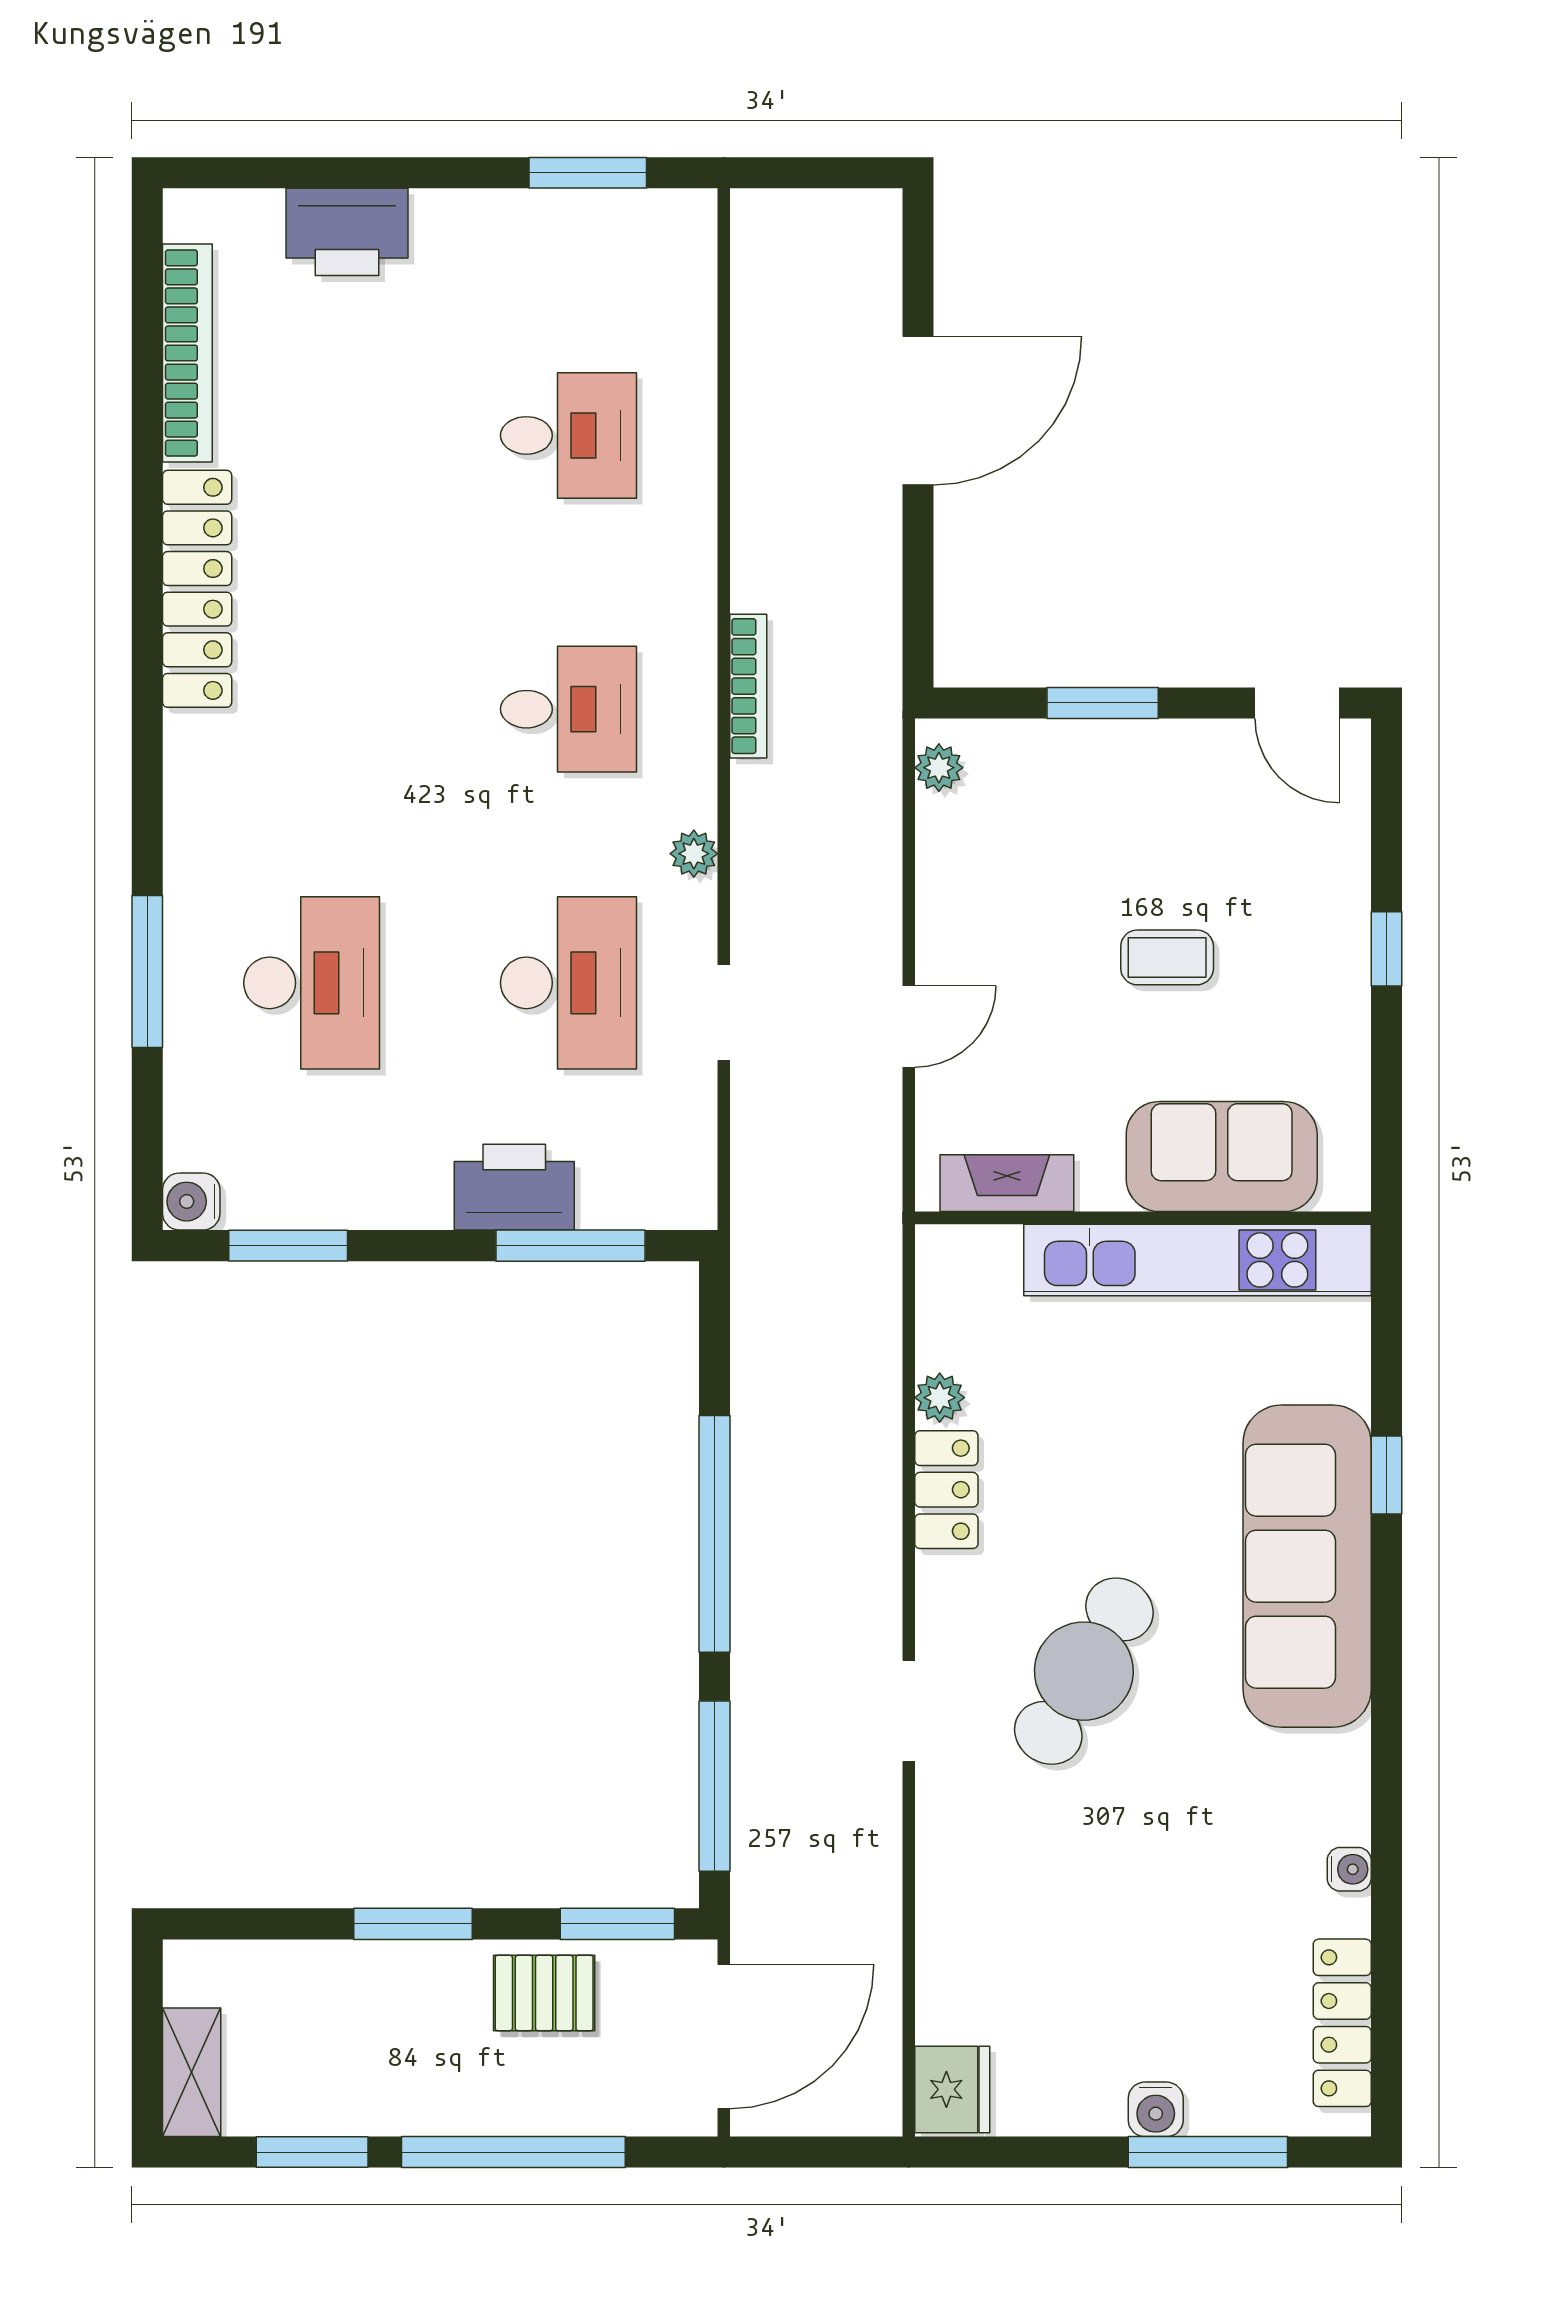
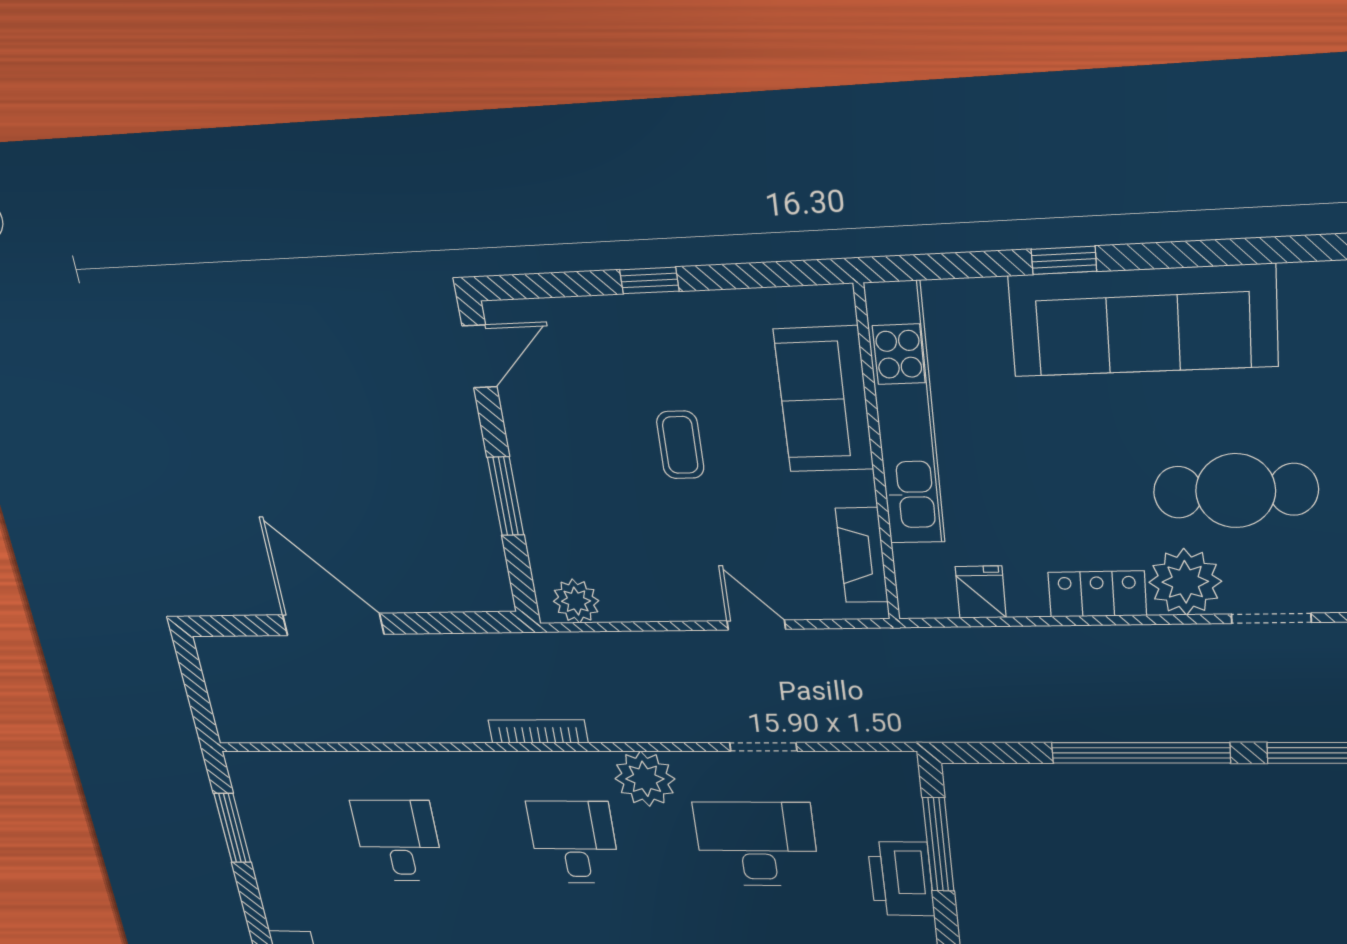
plant: (939, 768) -> (576, 601), width x1.38, depth x1.38
plant: (694, 854) -> (645, 779), width x1.88, depth x1.88
fridge: (952, 1337) -> (981, 592), added
plant: (940, 1398) -> (1185, 582), moved, width x1.88, depth x1.88
cafe table: (1084, 1671) -> (1236, 491), turned -30

